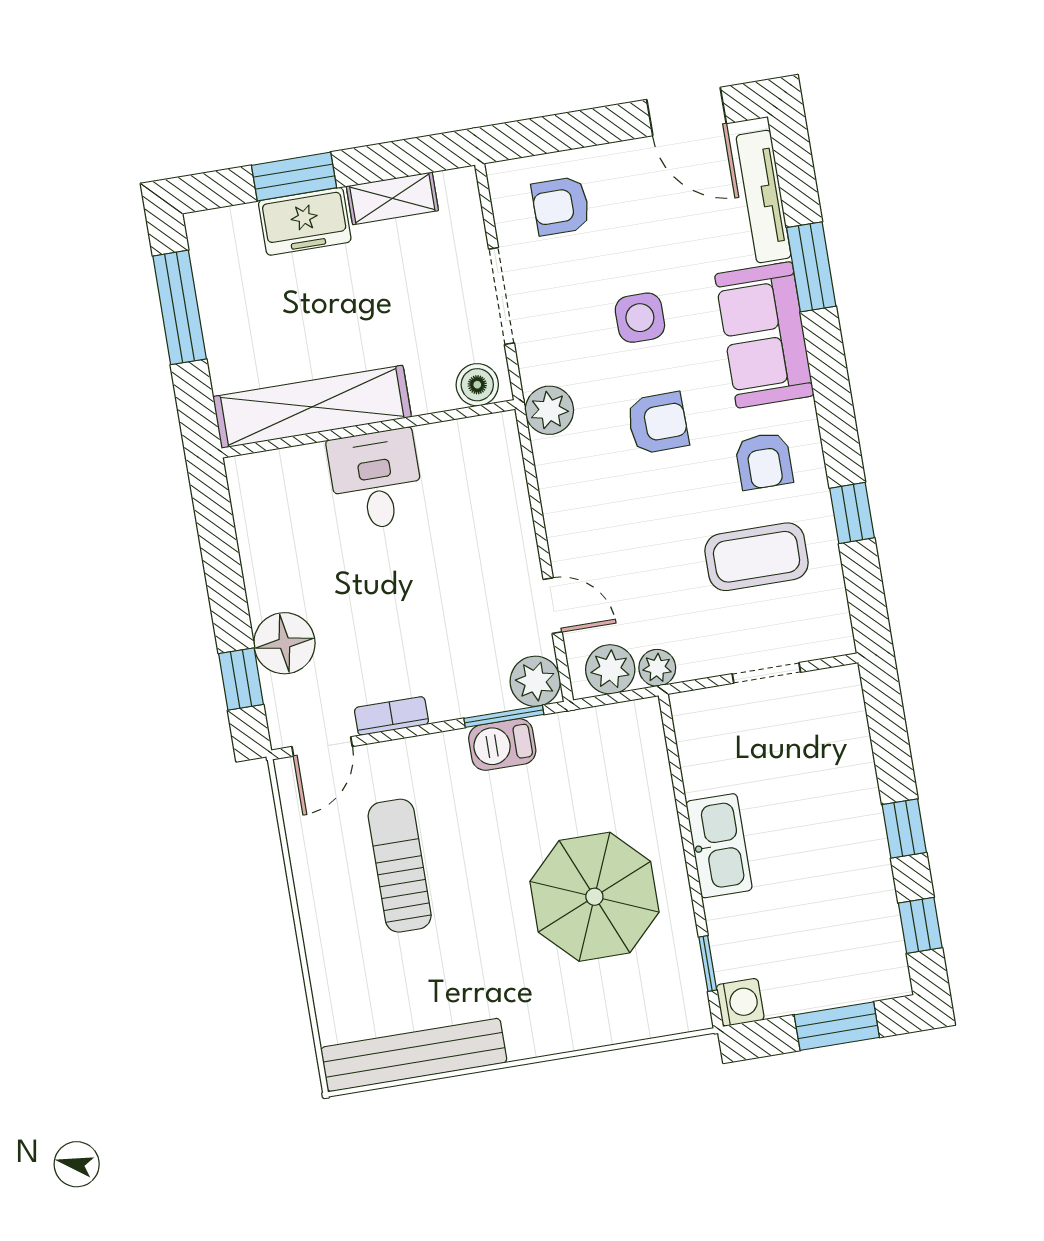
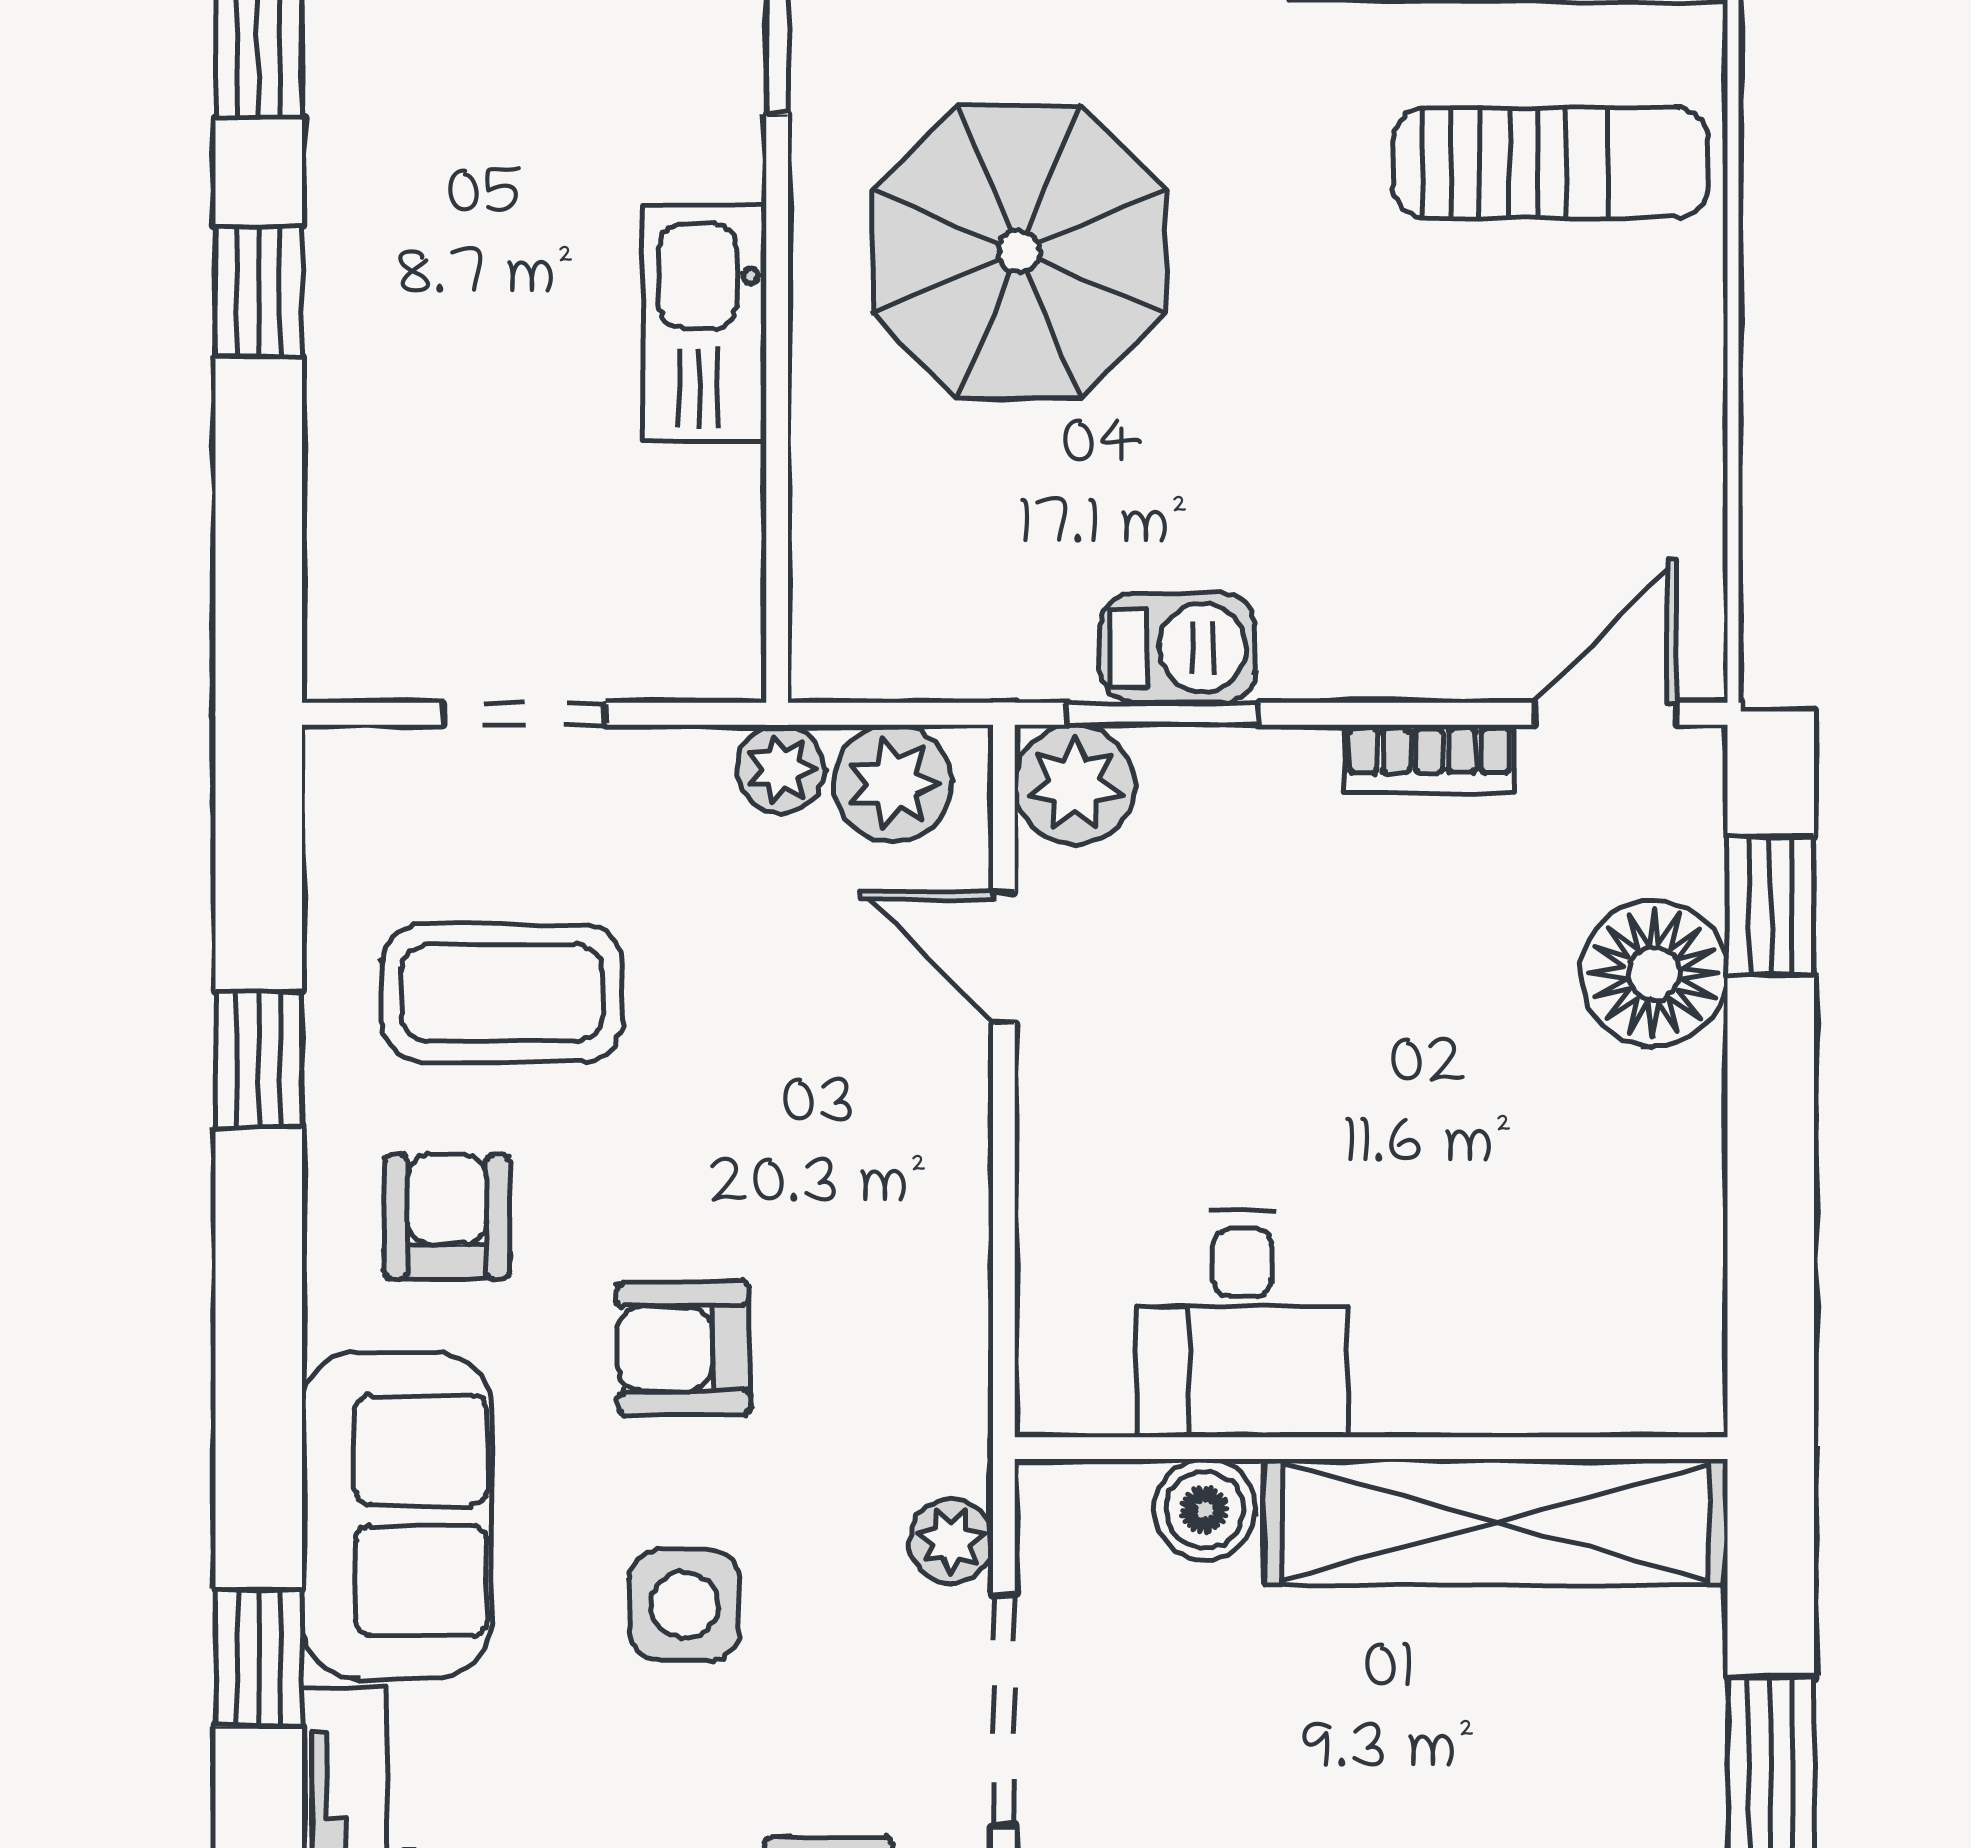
window: (811, 267) -> (259, 1658), width x0.67
boiler: (477, 385) -> (1205, 1510), moved
plant: (549, 410) -> (951, 1541), moved, width x0.73, depth x0.73
desk: (376, 480) -> (1242, 1324), moved
sun lounger: (400, 866) -> (1551, 162), moved, turned -90

